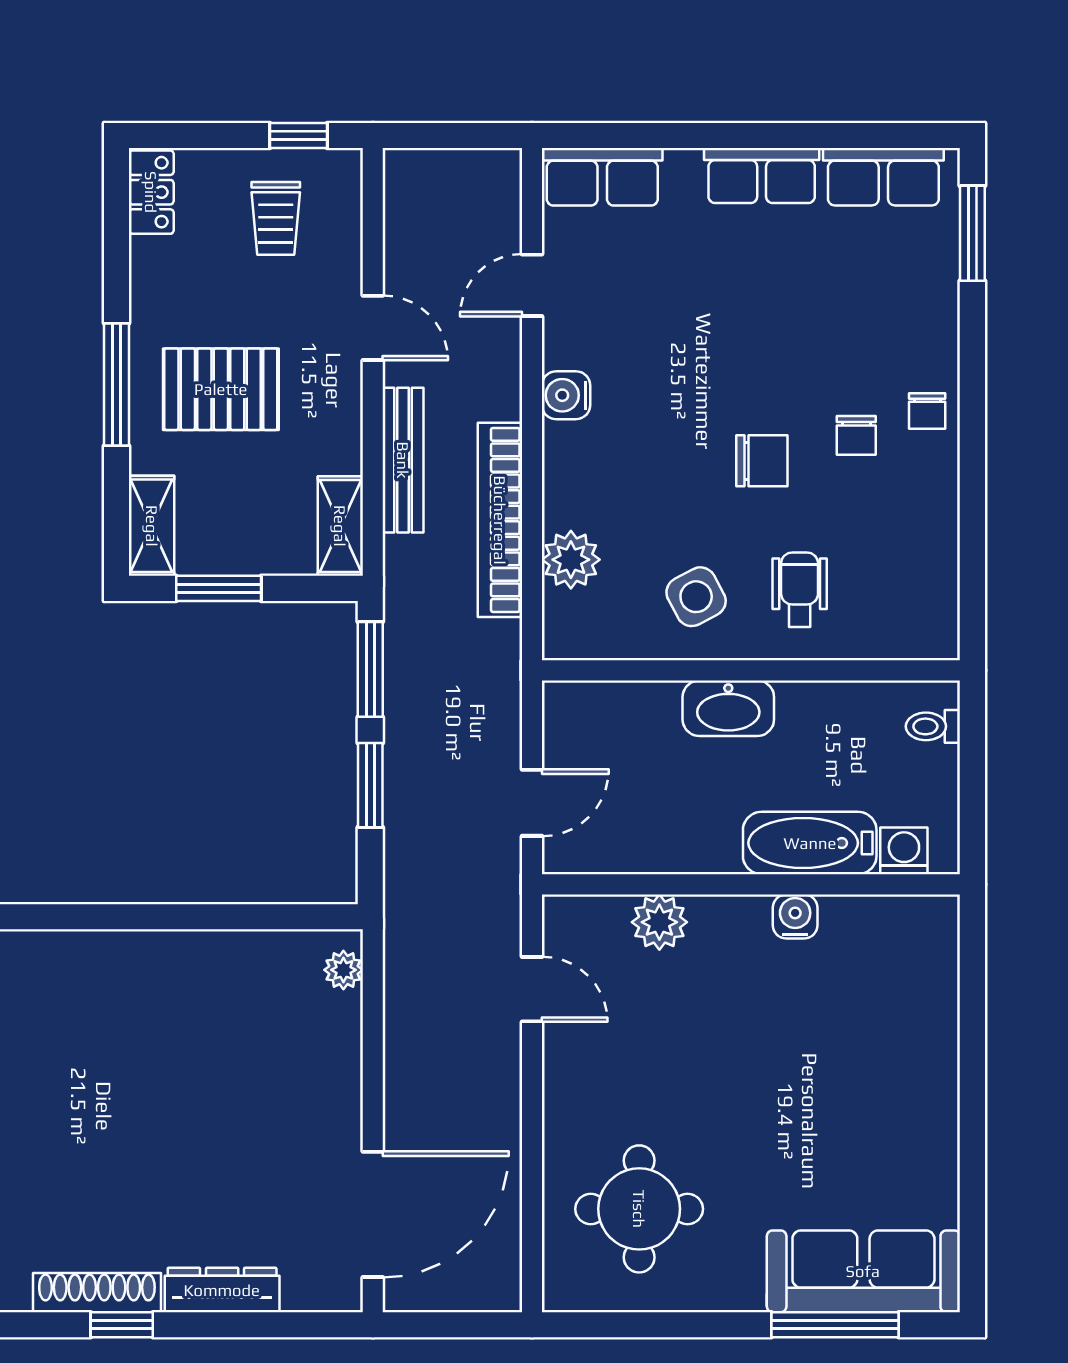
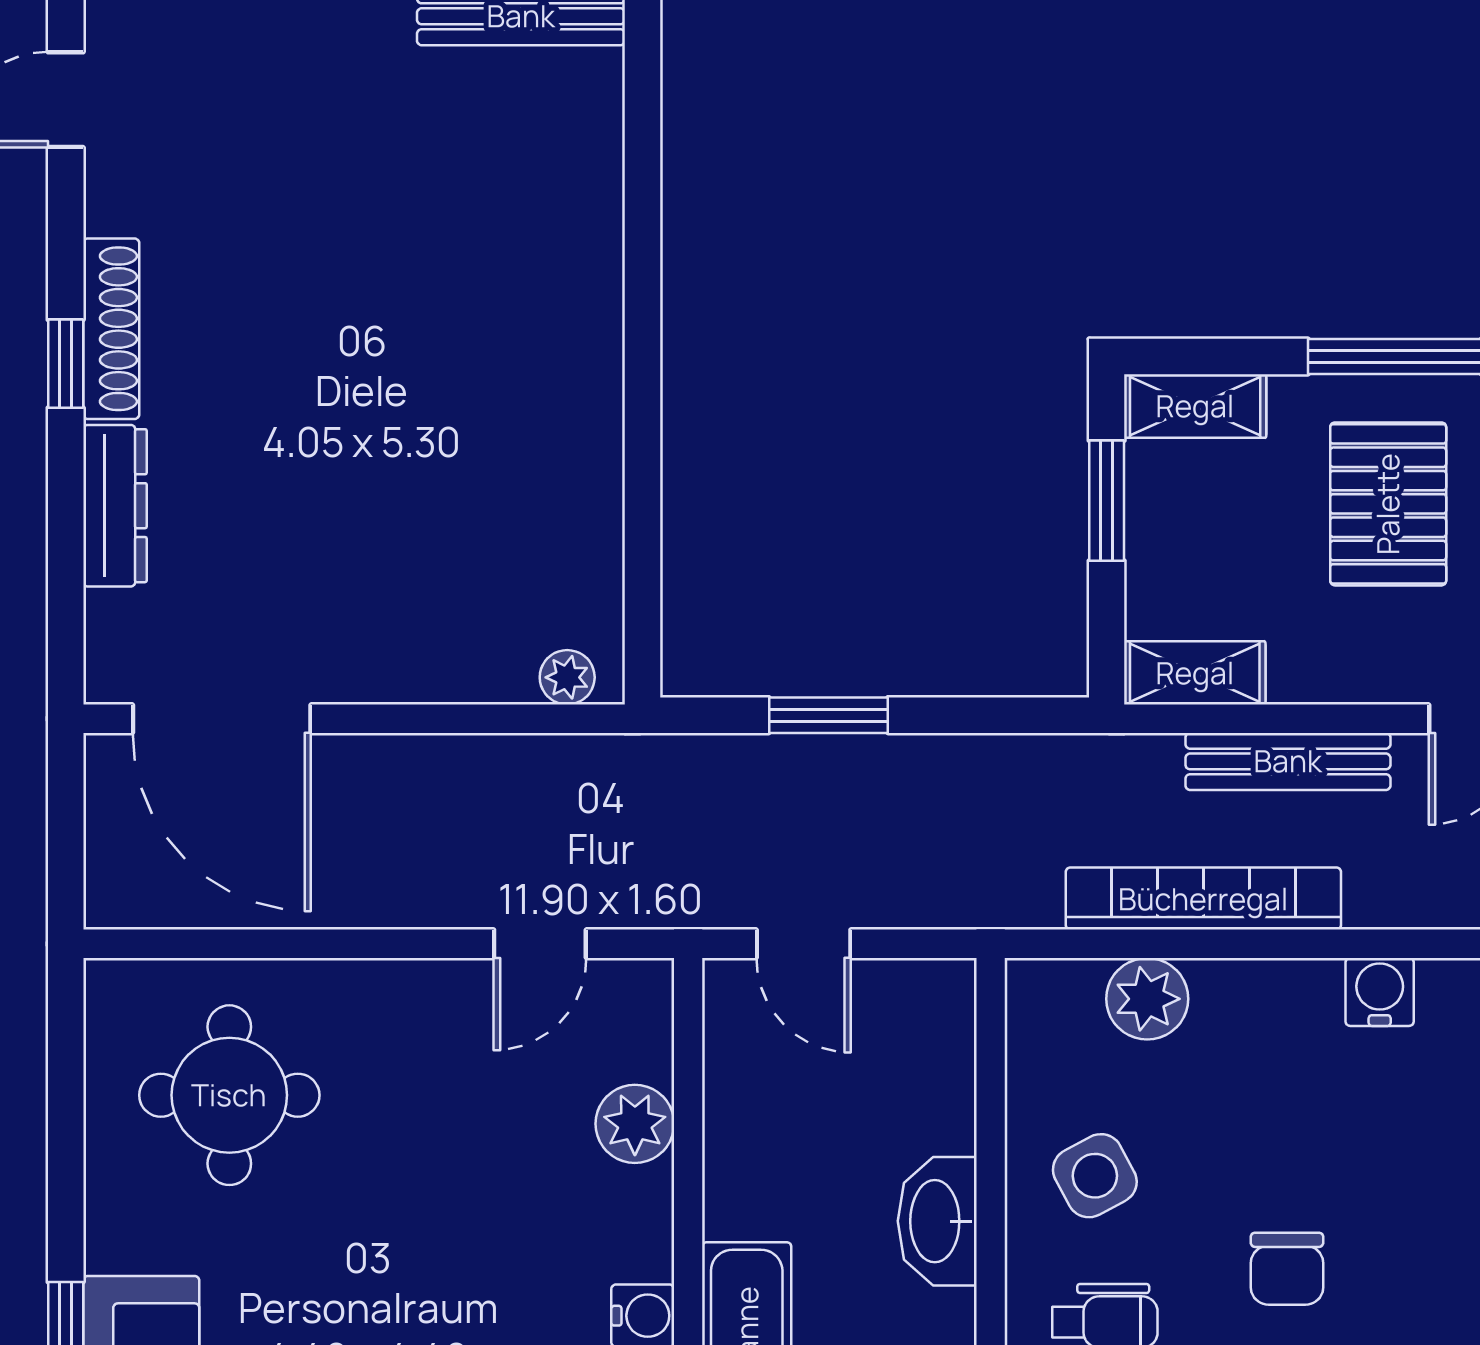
window: (370, 669) -> (992, 715), removed

